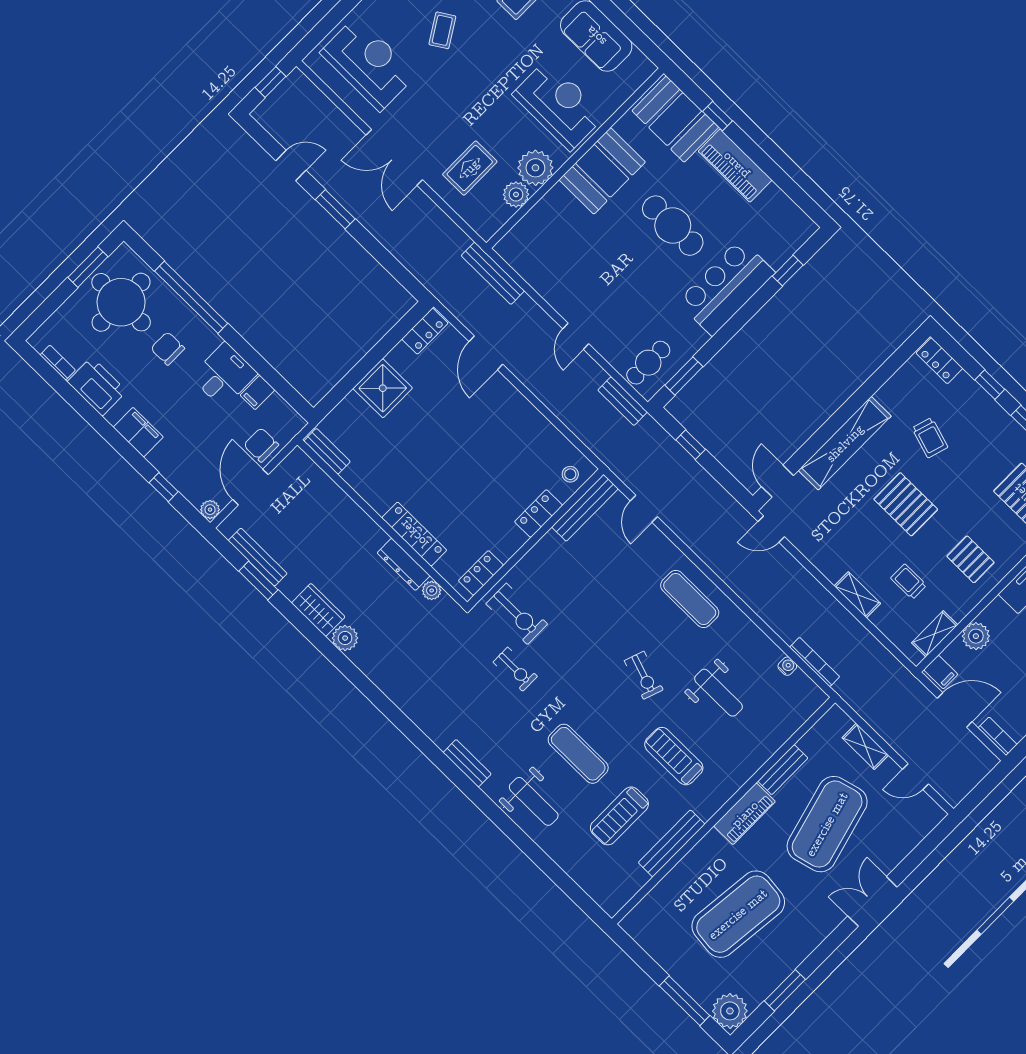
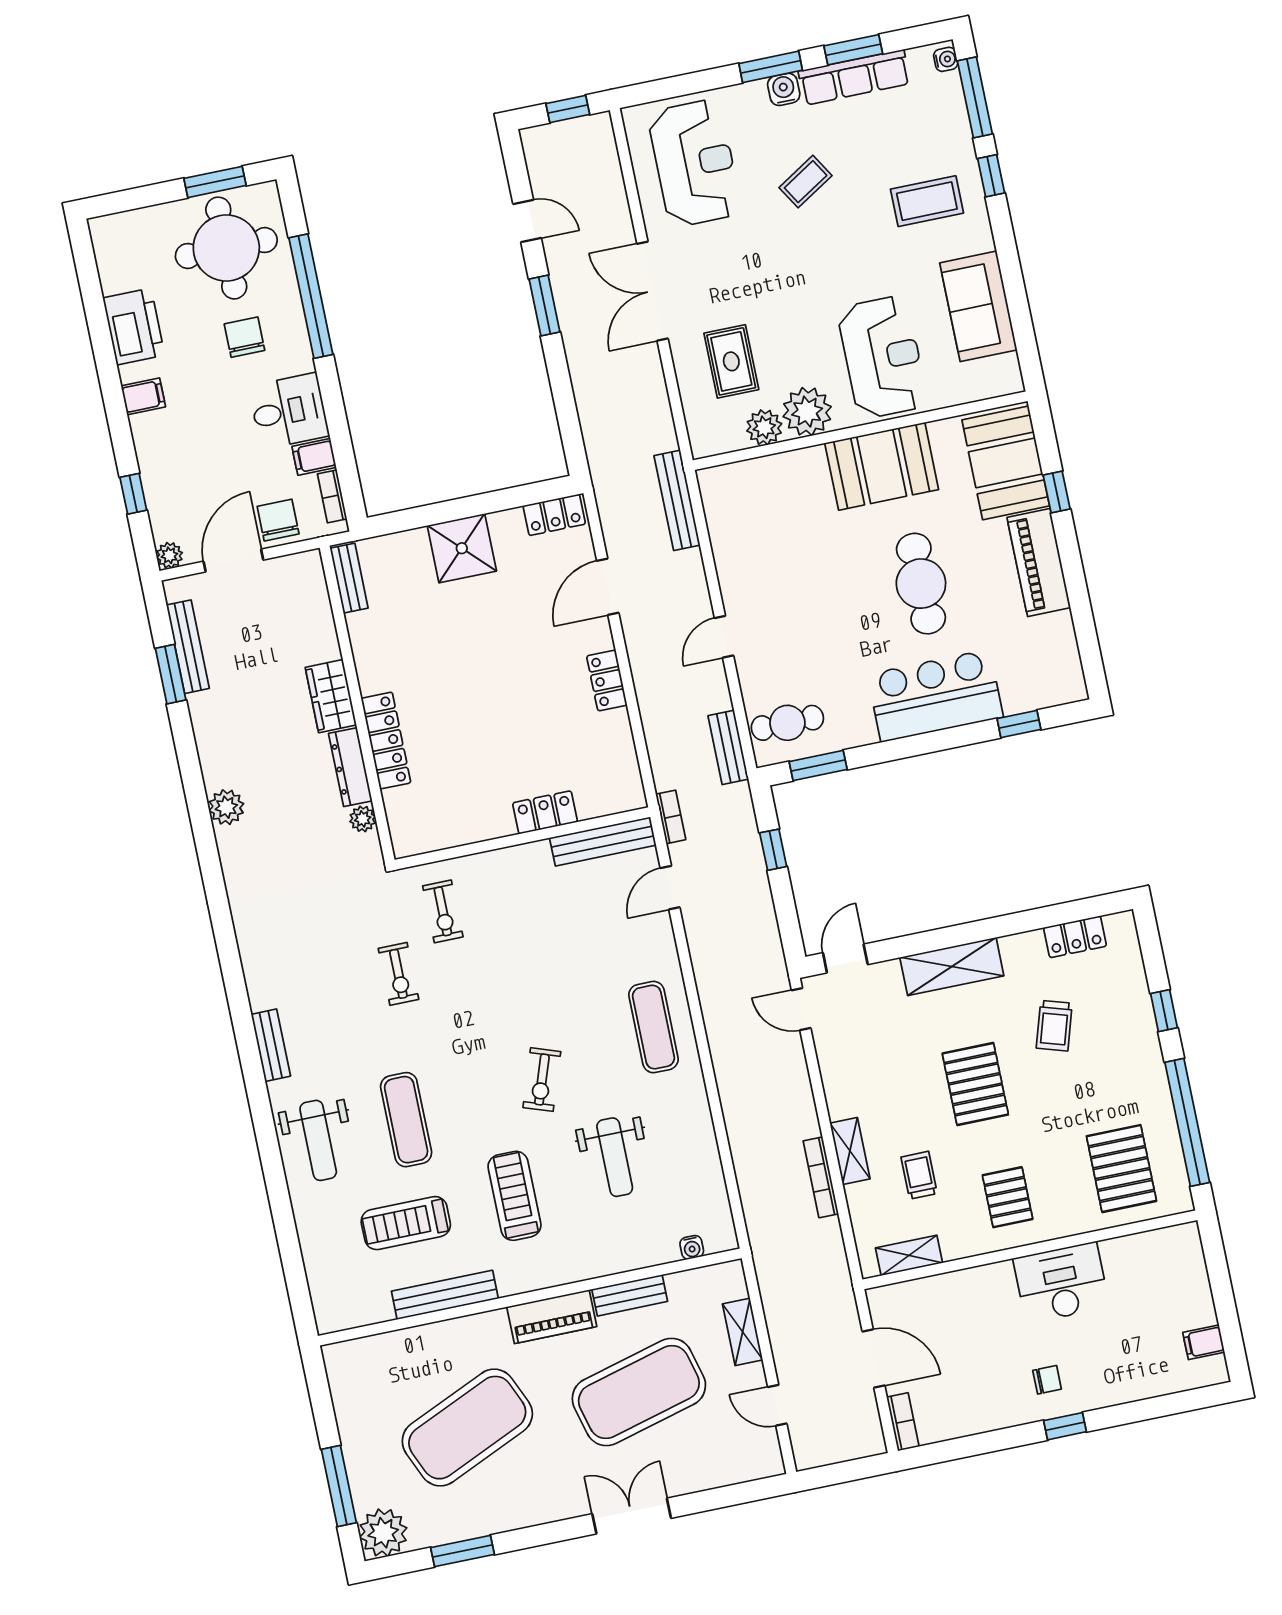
rug: (470, 168) -> (731, 361), turned 90
locker: (939, 361) -> (1075, 937), moved, turned -90
bookcase: (58, 363) -> (332, 496), moved, turned 180
filing cabinet: (138, 432) -> (143, 396), width x0.50
shelving: (845, 443) -> (952, 967), width x0.68
bookcase: (616, 466) -> (671, 817), added
stool: (570, 474) -> (612, 791), removed
locker: (481, 573) -> (607, 681), moved, turned -90
wardrobe: (318, 610) -> (331, 696), moved, turned 180
exercise bike: (517, 614) -> (443, 911), width x0.73, depth x0.72
plant: (976, 636) -> (955, 1290), removed
bookcase: (815, 662) -> (821, 1177), moved, turned 180
water cooler: (787, 666) -> (692, 1247), moved, turned 90
filing cabinet: (941, 672) -> (887, 1304), removed
exercise mat: (738, 914) -> (467, 1428), turned -30

